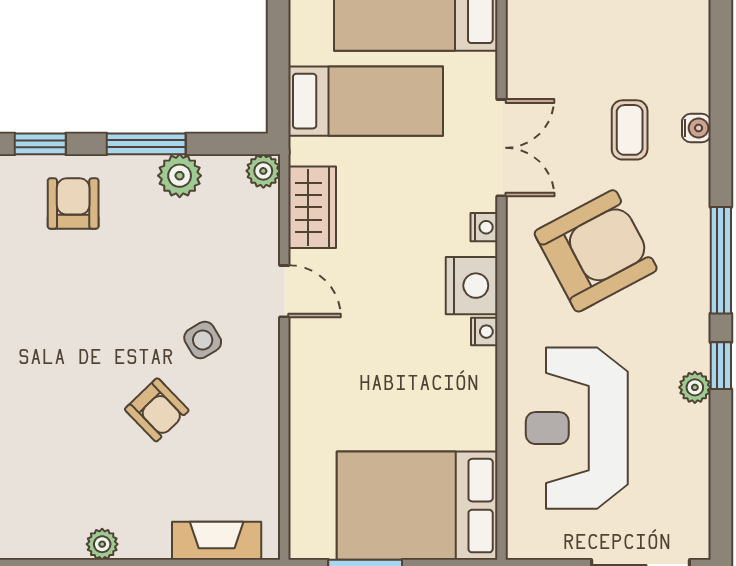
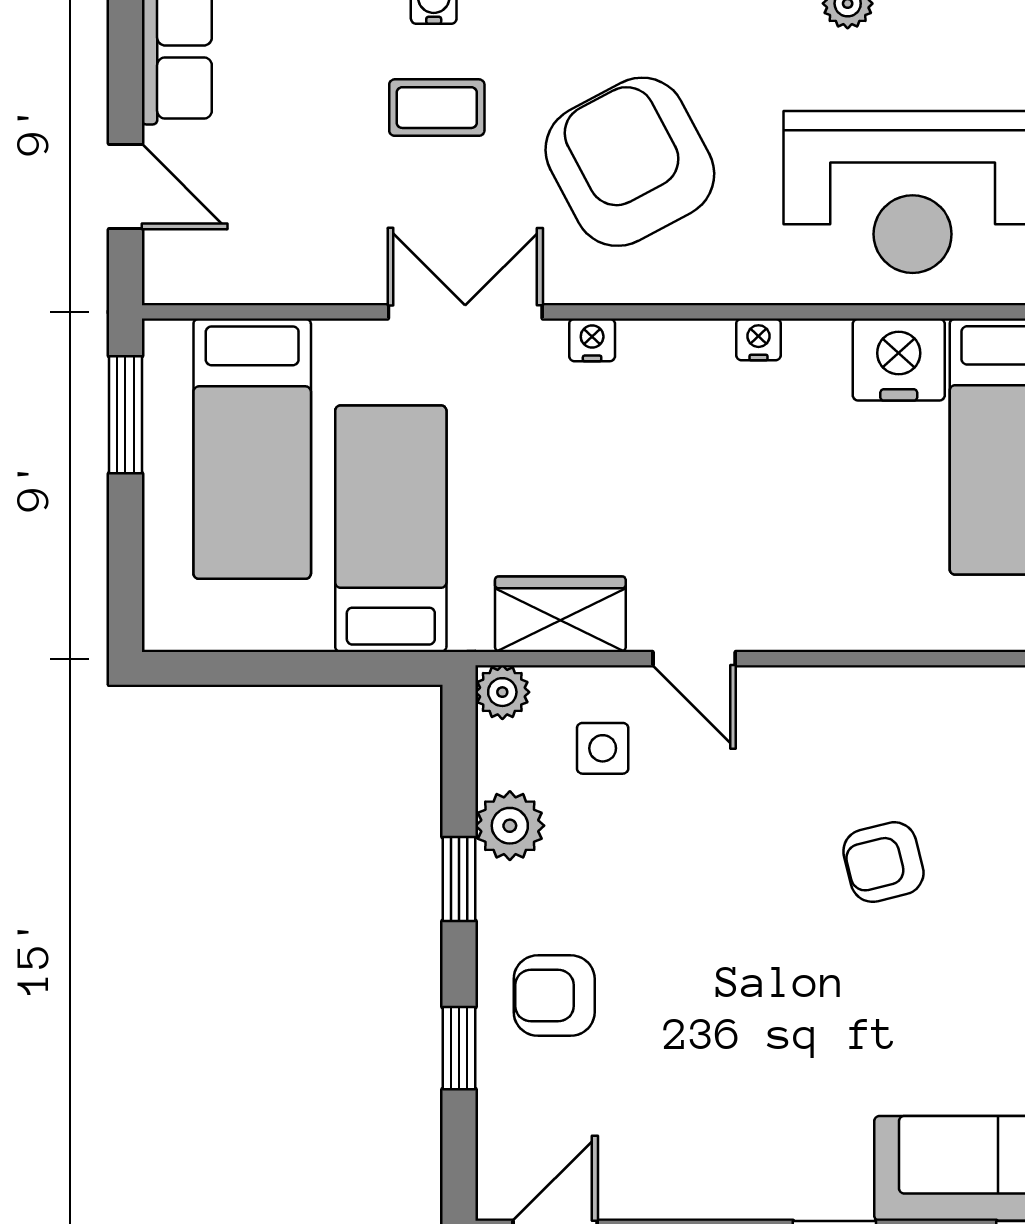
window: (146, 144) -> (459, 879), width x0.67
nightstand: (472, 286) -> (899, 360), moved
door: (284, 291) -> (694, 659), swing flipped
side table: (203, 340) -> (603, 748), moved, turned 31
armchair: (157, 410) -> (883, 862), turned -150

